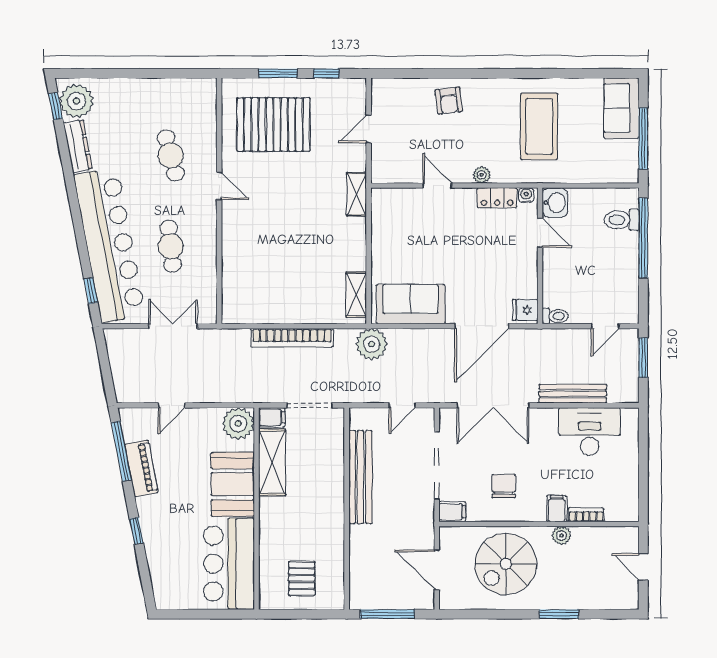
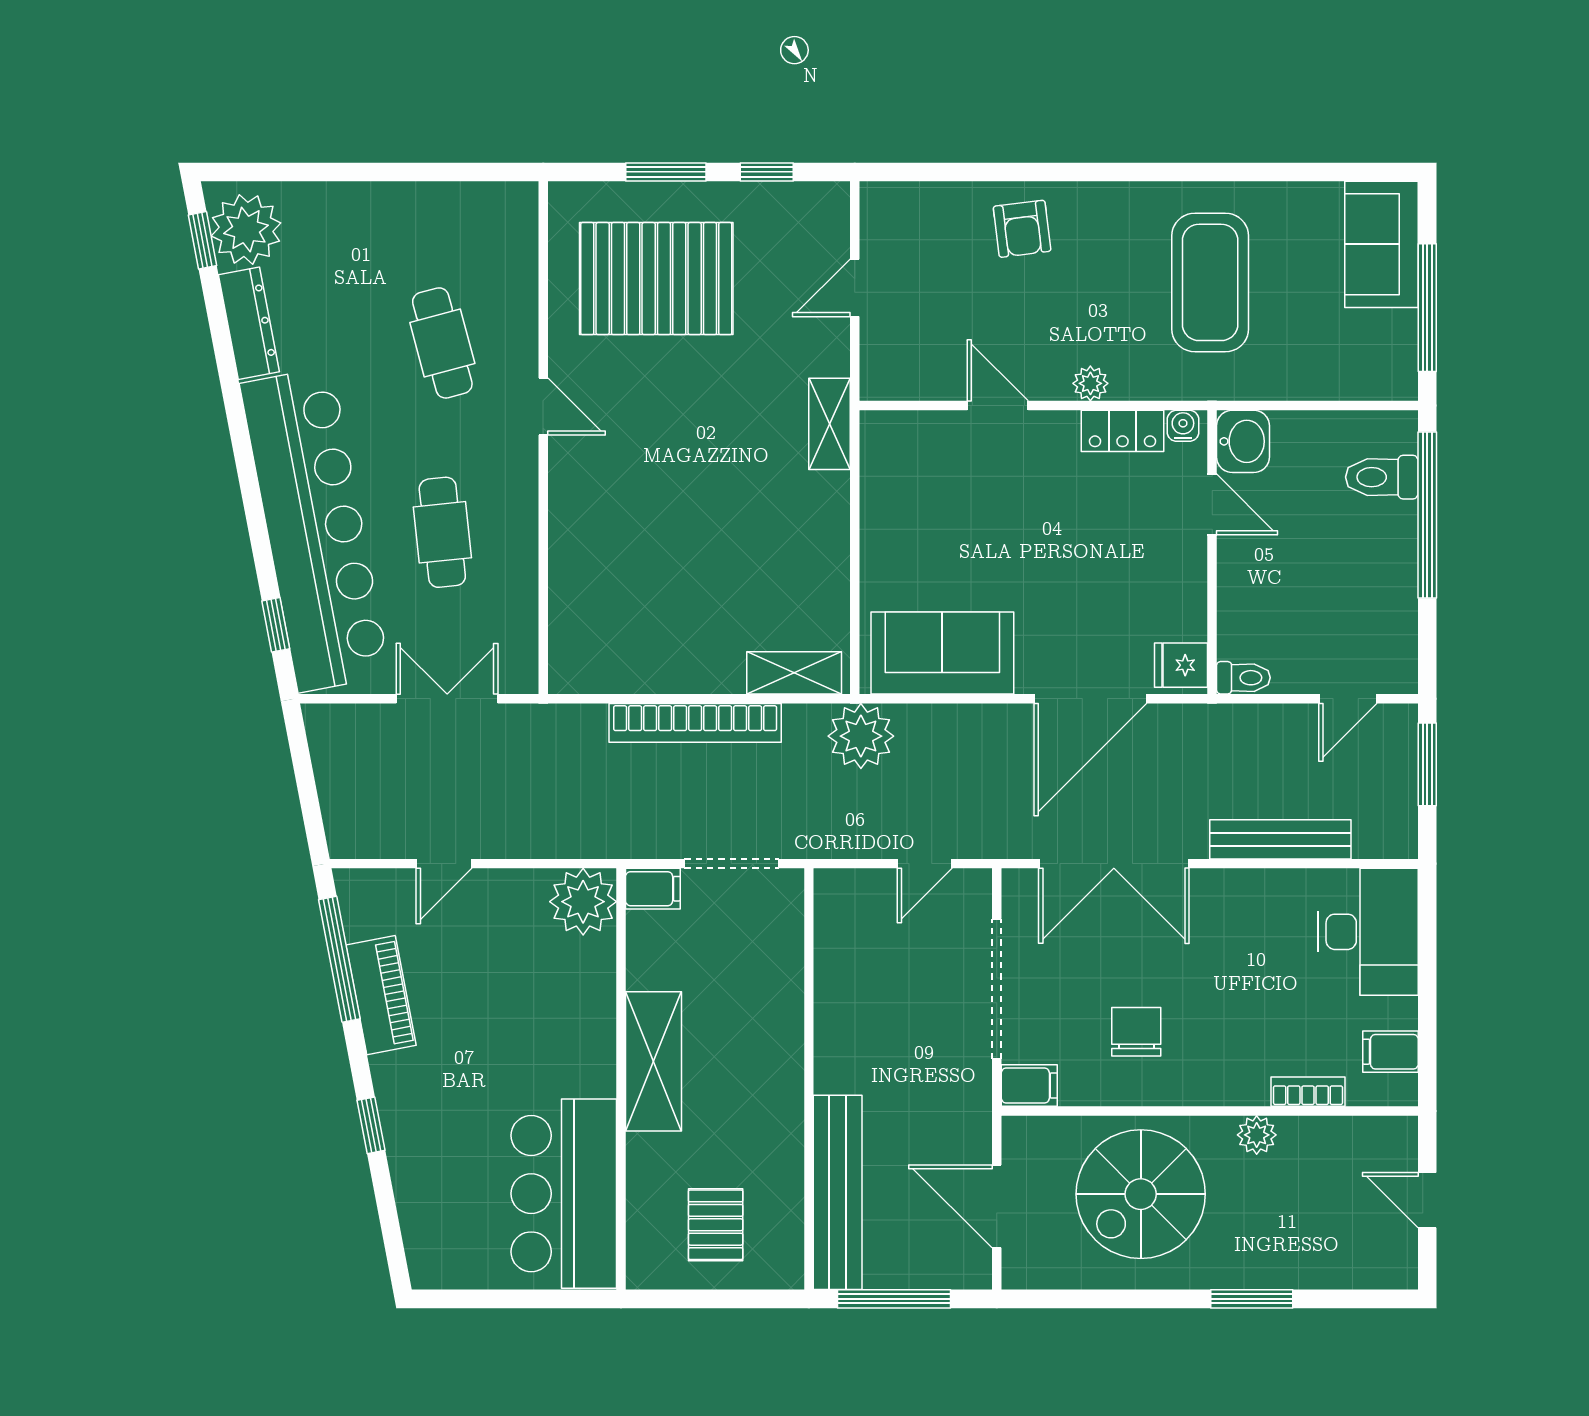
shelving: (356, 295) -> (794, 673), moved, turned 90
desk: (590, 431) -> (1368, 932), moved, turned 90
shelving: (272, 462) -> (654, 1061), moved
bench: (360, 477) -> (838, 1192), moved
booth: (233, 484) -> (571, 1028), removed
filing cabinet: (557, 509) -> (1390, 1052), moved, turned -90

